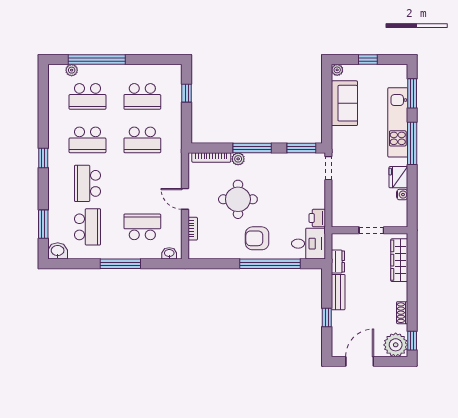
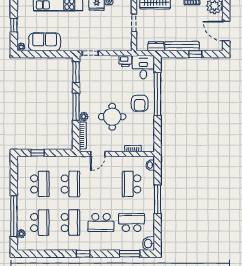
door: (185, 199) -> (98, 154), moved
bench: (338, 292) -> (182, 46), width x1.36

